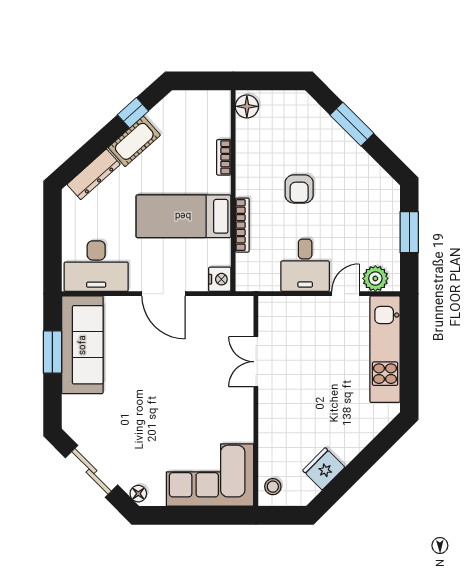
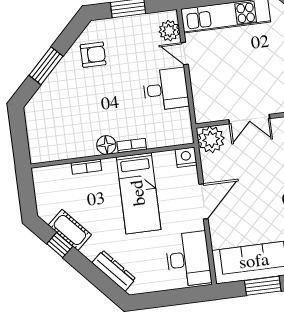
floor lamp: (247, 106) -> (106, 145), moved
cot: (134, 141) -> (70, 230), moved
armchair: (299, 189) -> (93, 55), moved
bookcase: (242, 225) -> (132, 146), width x0.64
plant: (237, 312) -> (211, 140), added

